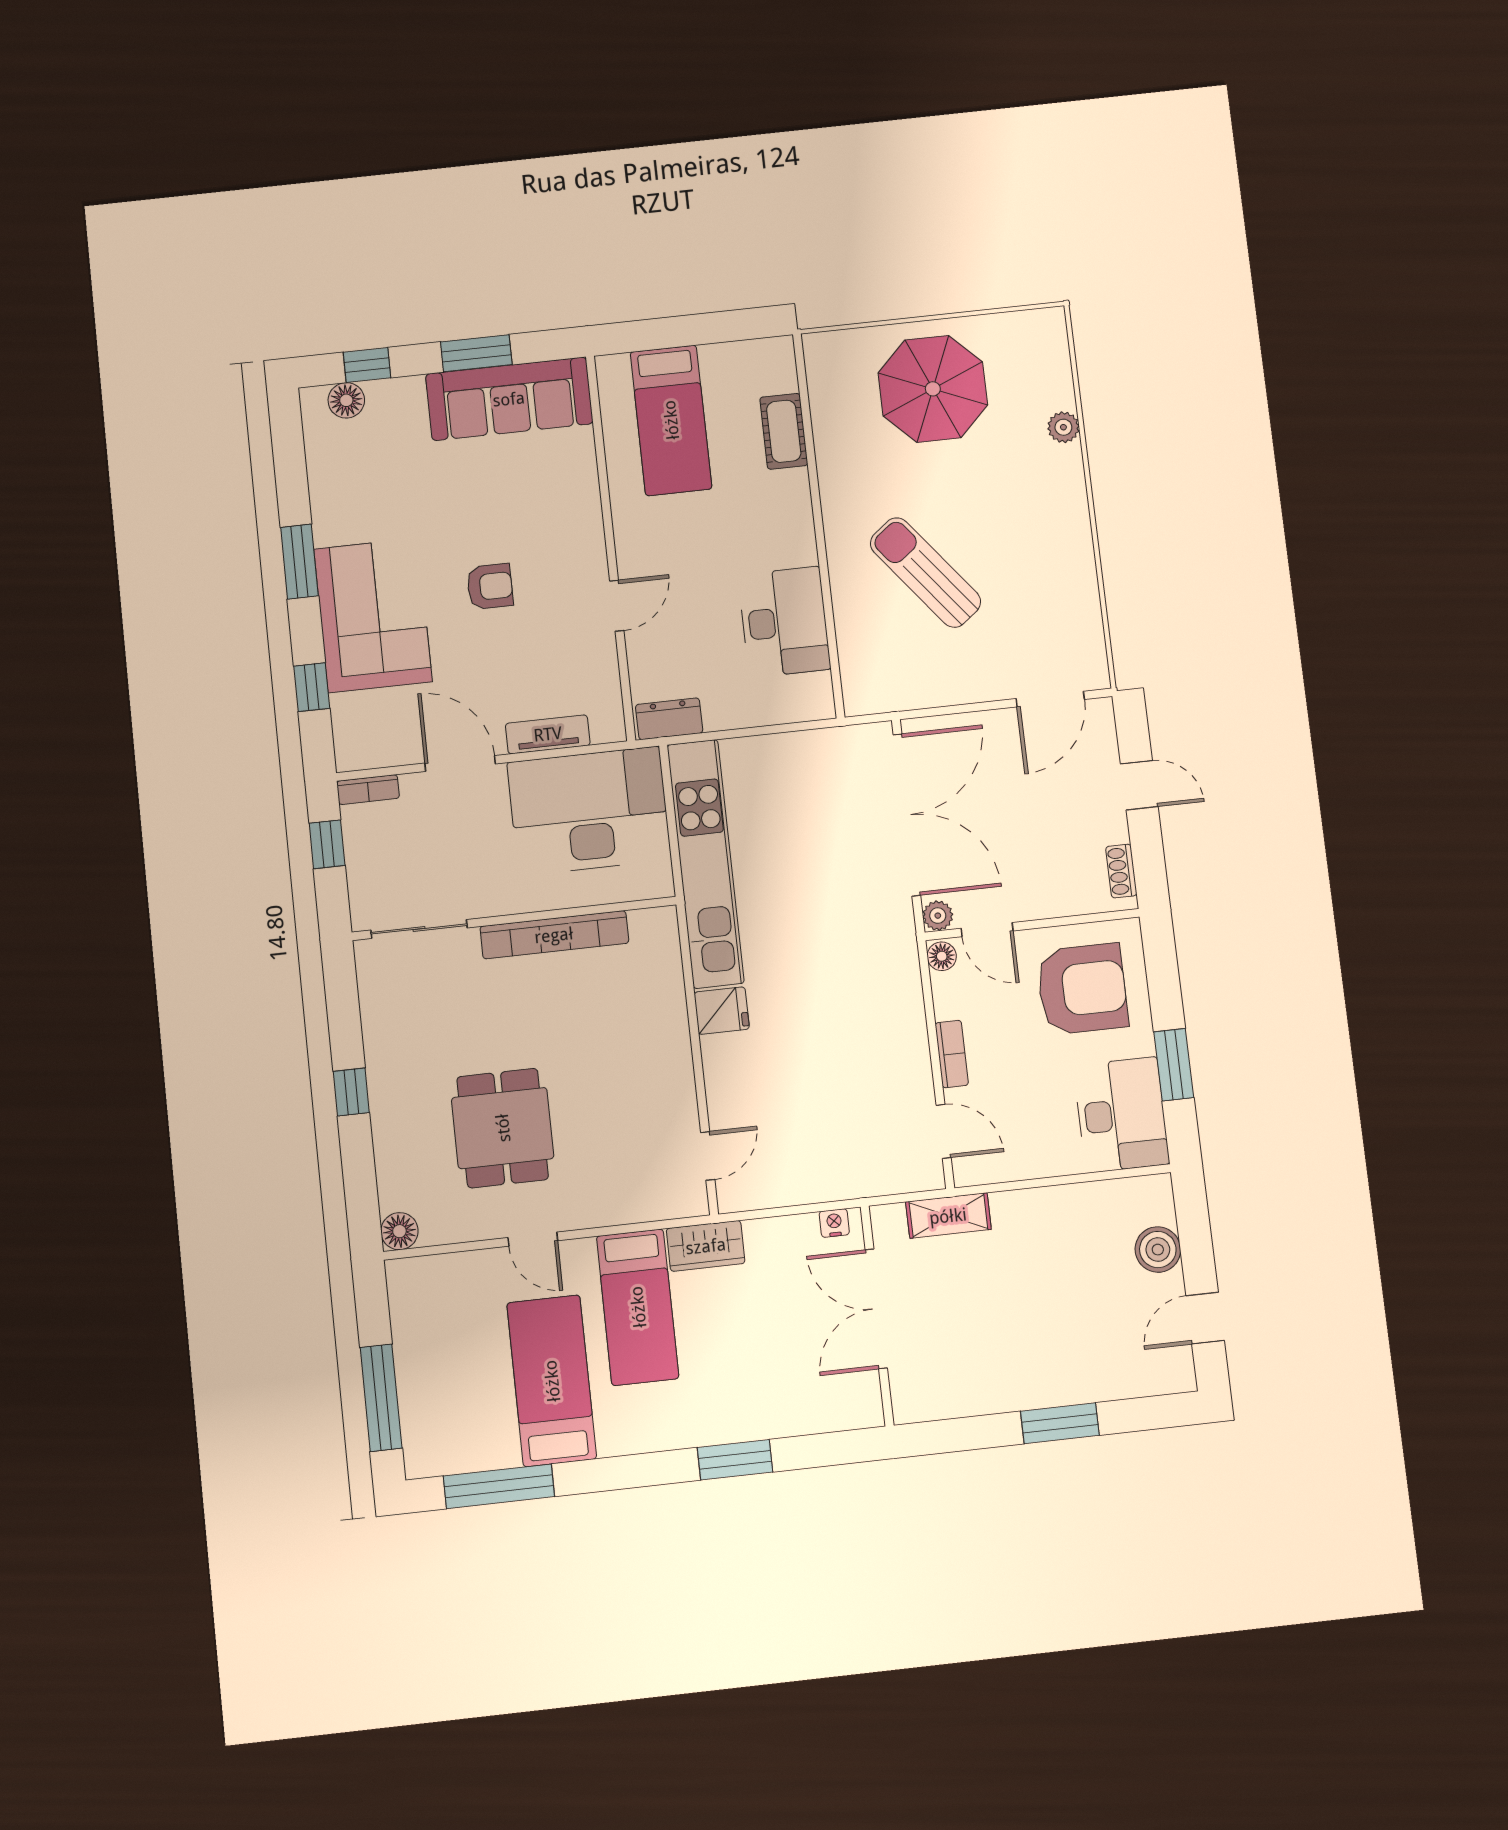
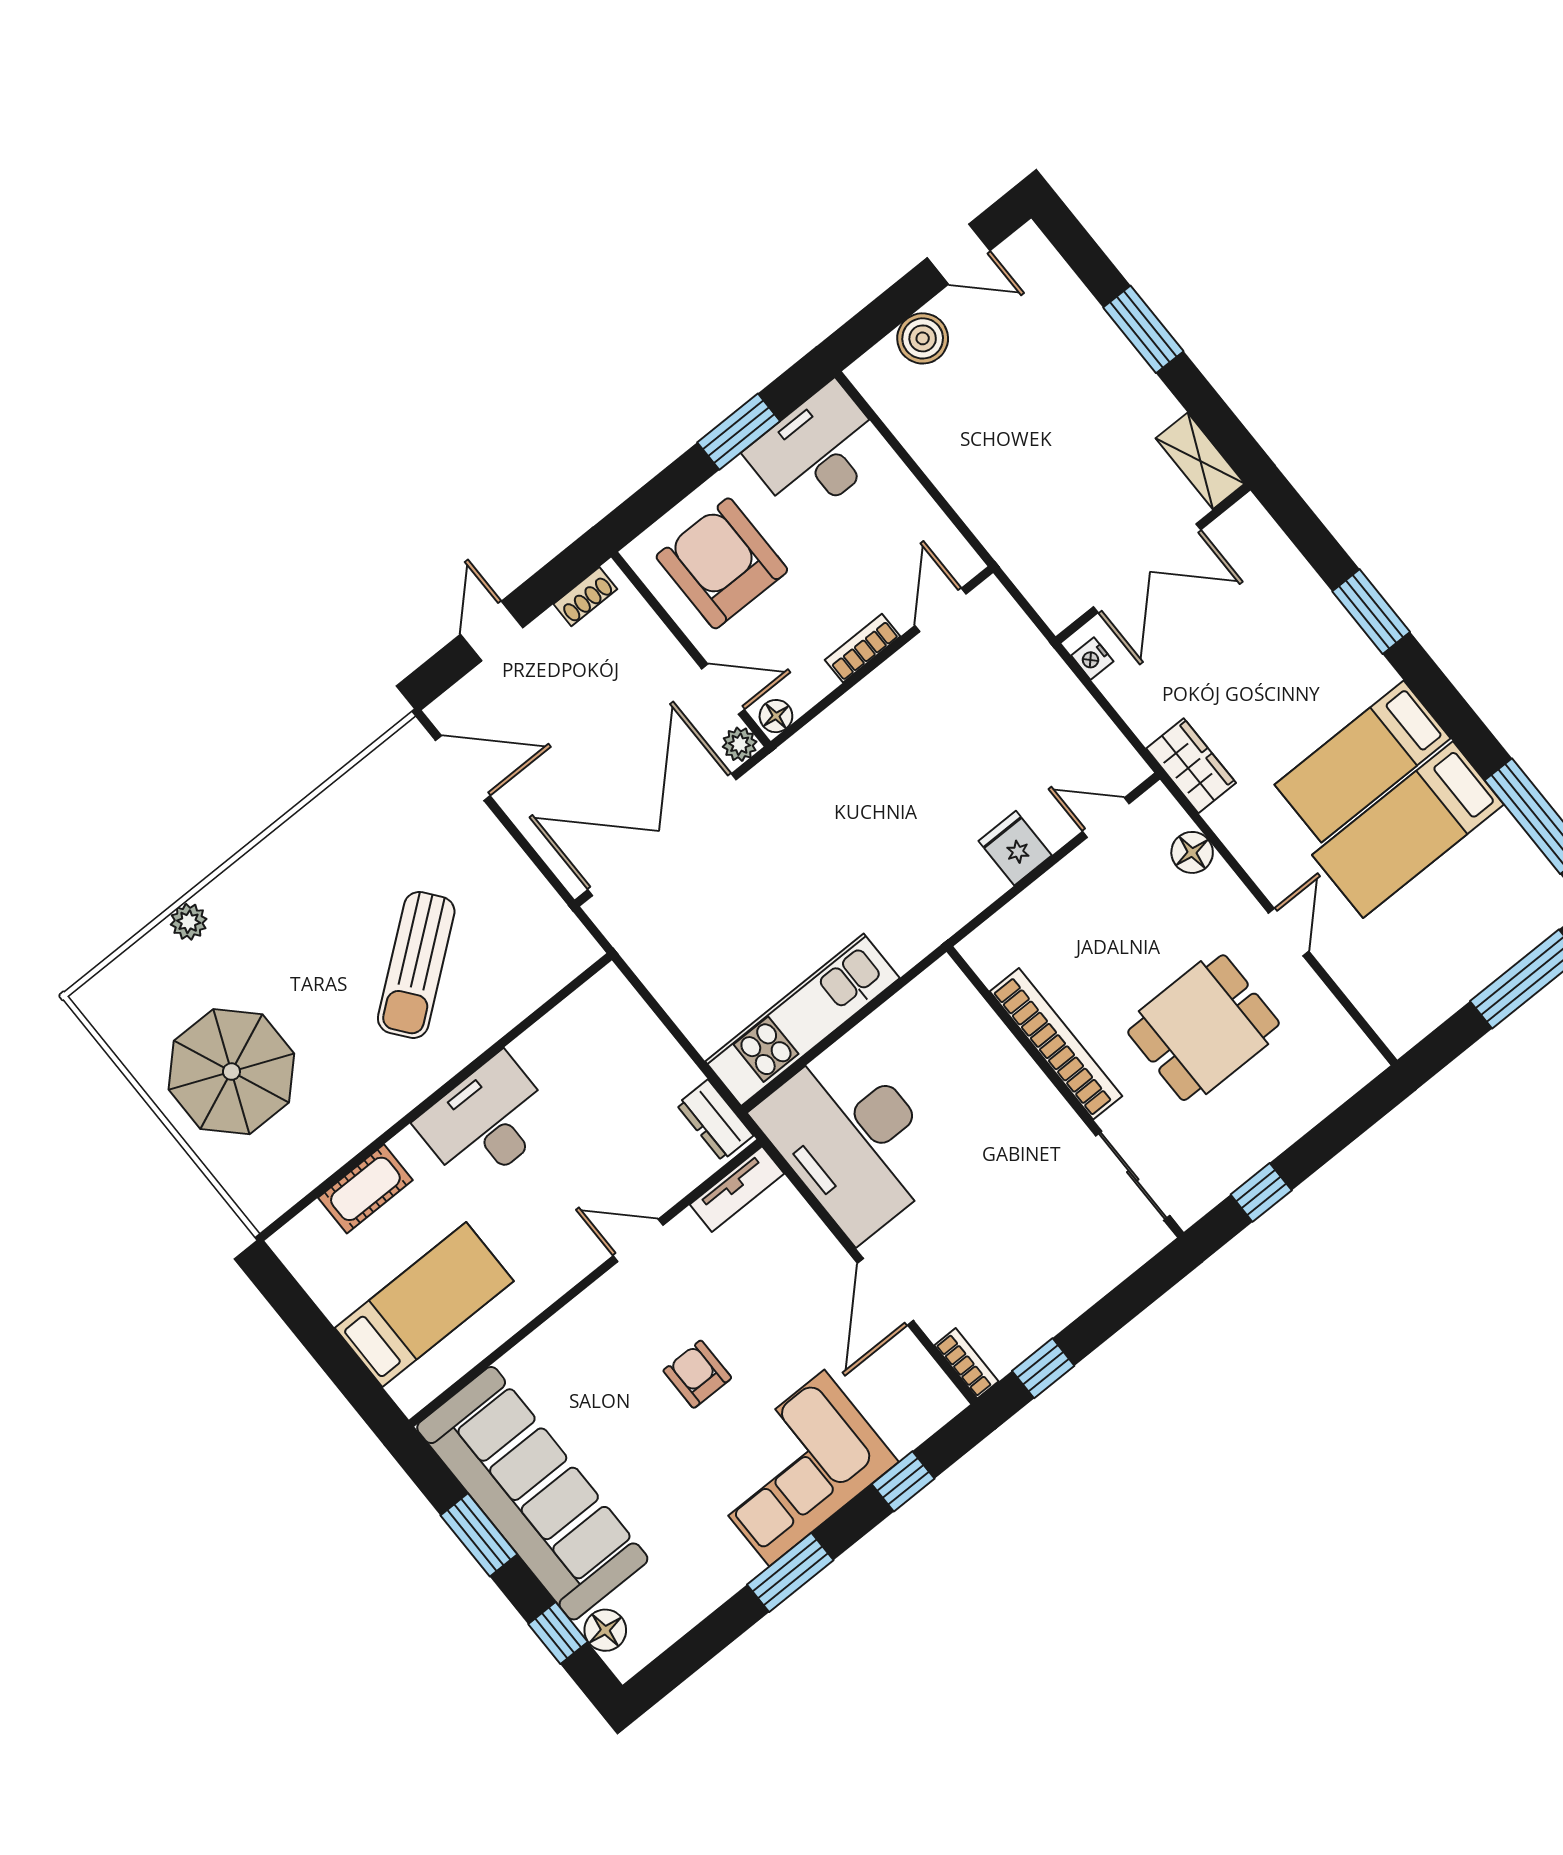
sofa: (509, 399) -> (532, 1493), width x1.36, depth x1.27
desk: (784, 622) -> (486, 1122), moved
tv unit: (548, 734) -> (737, 1189), moved, turned -90
kitchen unit: (706, 864) -> (802, 1020), width x0.73
wall: (514, 919) -> (1065, 1092), moved
sliding door: (419, 929) -> (1133, 1176), moved
door: (987, 930) -> (723, 689), hinge flipped
bookcase: (554, 935) -> (1056, 1044), moved
fridge: (722, 1011) -> (1015, 848), moved
shelving: (948, 1216) -> (1200, 461), moved
floor lamp: (399, 1231) -> (1192, 852), moved
bed: (638, 1307) -> (1363, 761), moved, turned 180

